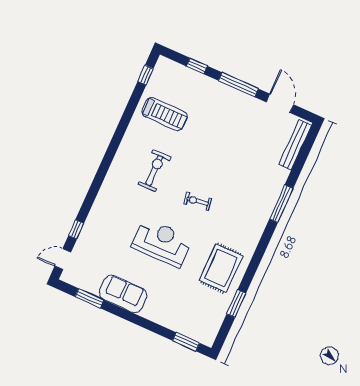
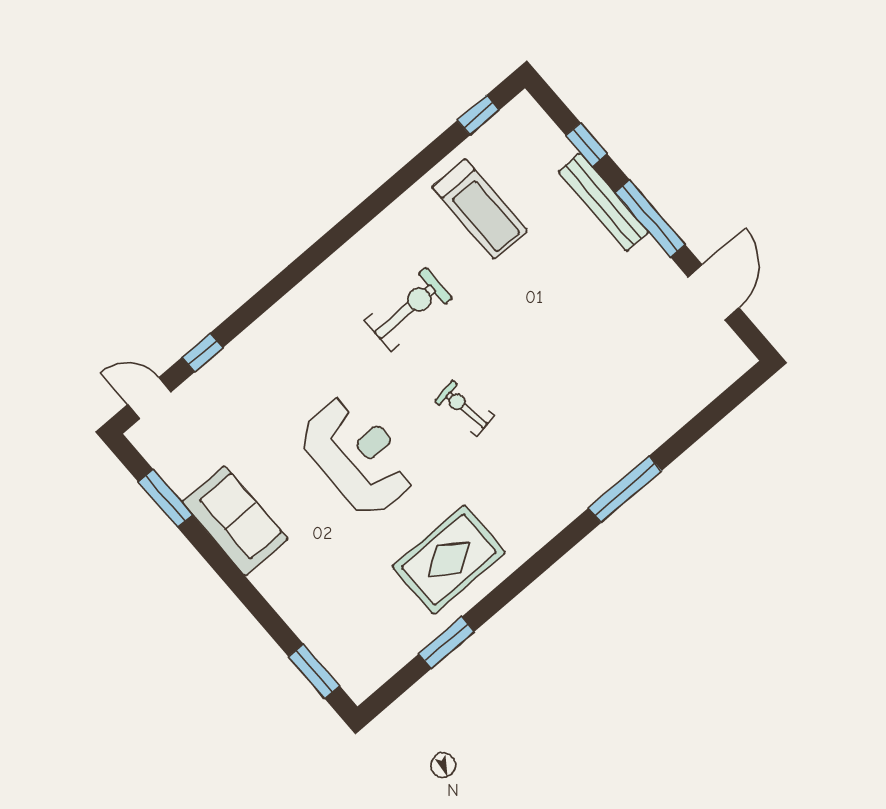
bench: (295, 145) -> (604, 202), moved, turned 90

